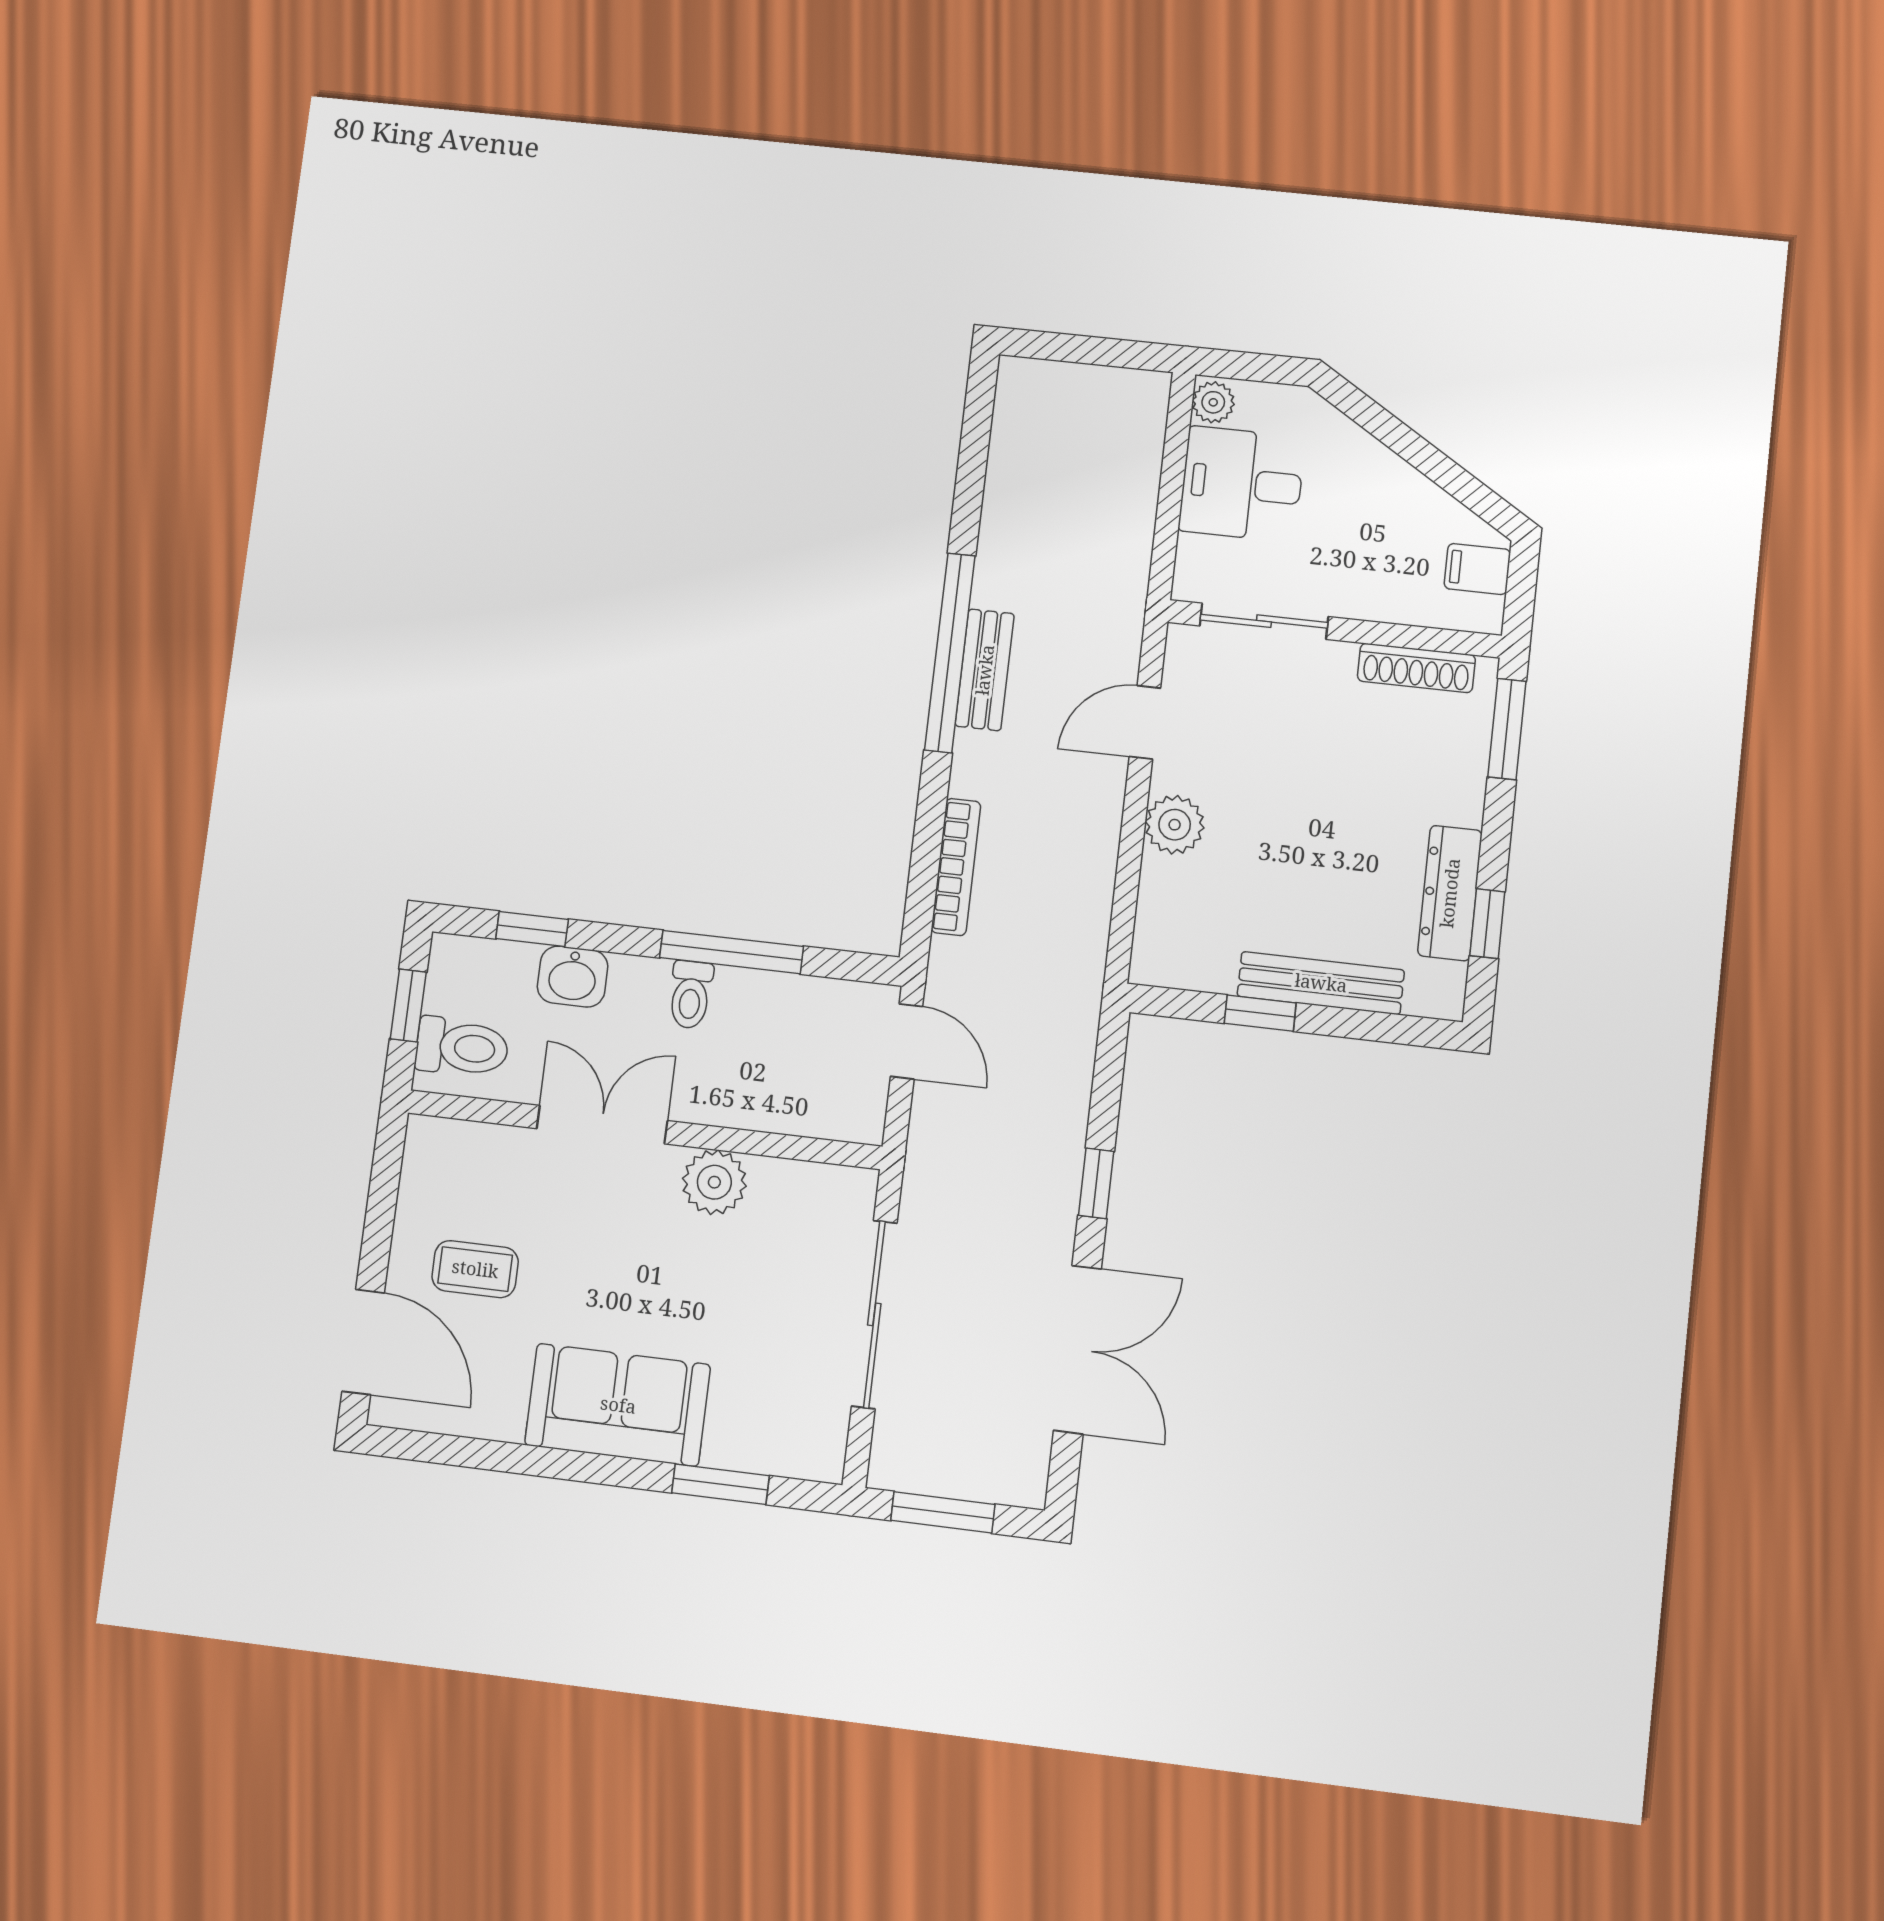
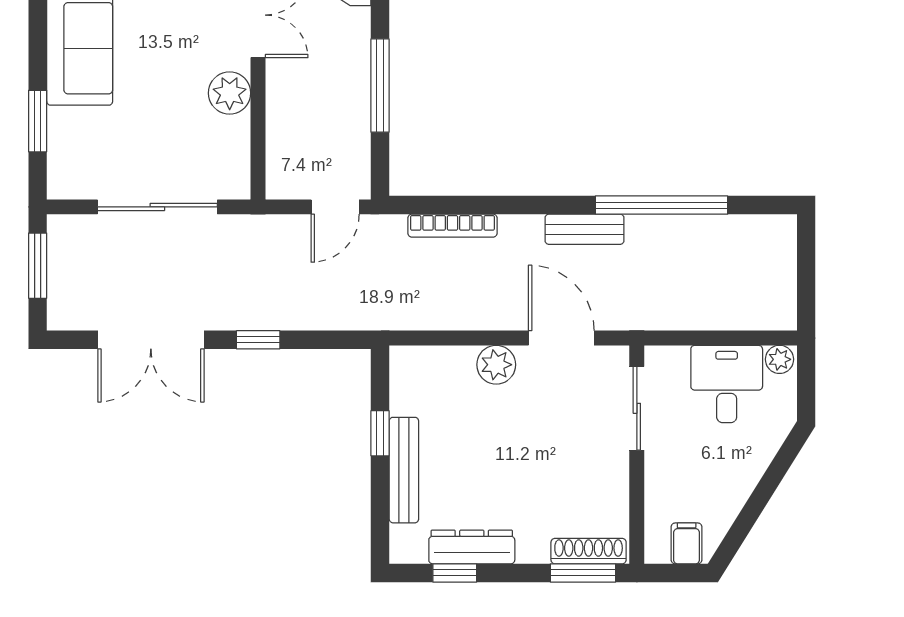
window: (950, 653) -> (661, 205), moved
shoe rack: (1416, 668) -> (589, 551), moved, turned 90
door: (1145, 722) -> (561, 338), width x1.38
toilet: (690, 995) -> (349, 62), removed

